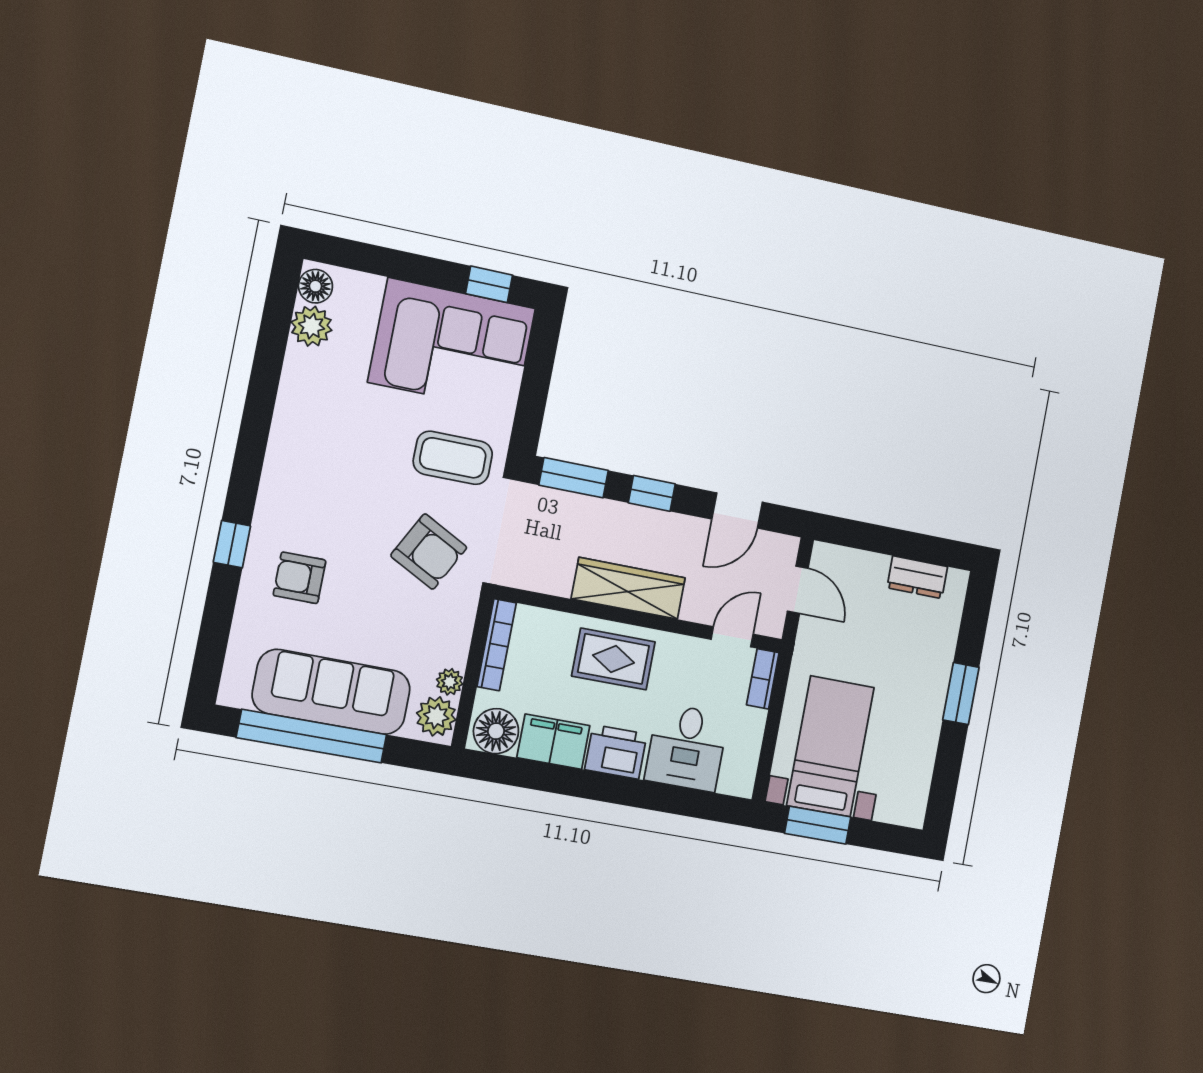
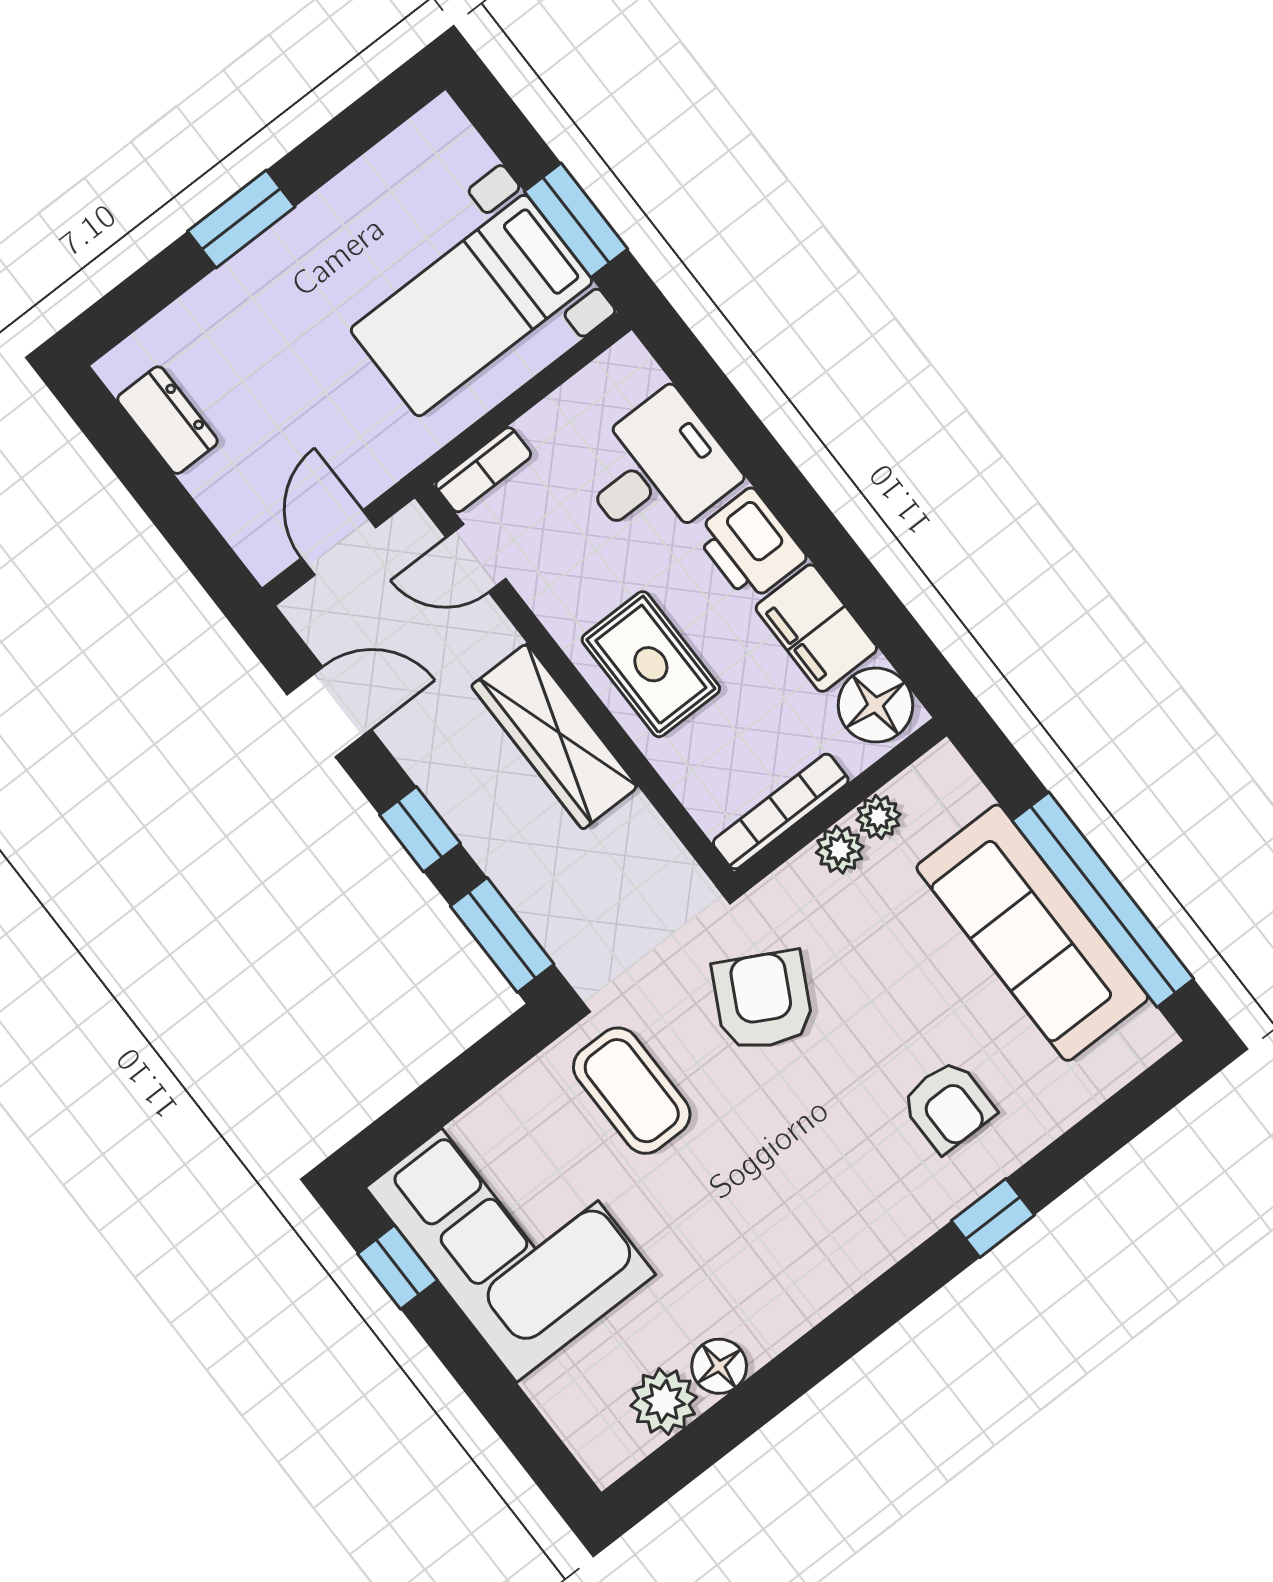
floor lamp: (315, 286) -> (719, 1366), moved
plant: (436, 716) -> (840, 850), moved, width x0.73, depth x0.73

